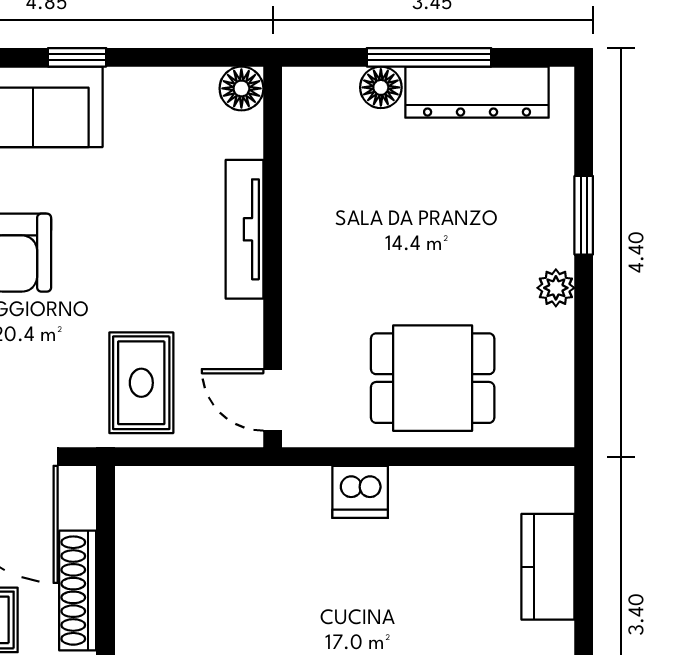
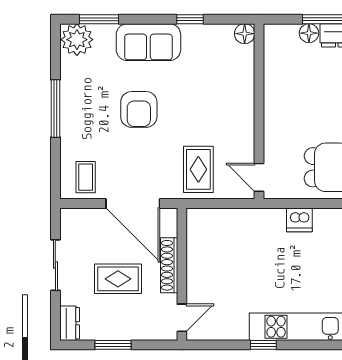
window: (77, 57) -> (190, 19), moved
tv unit: (245, 229) -> (246, 99), removed

